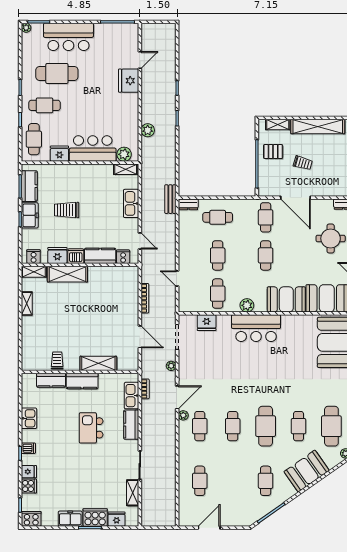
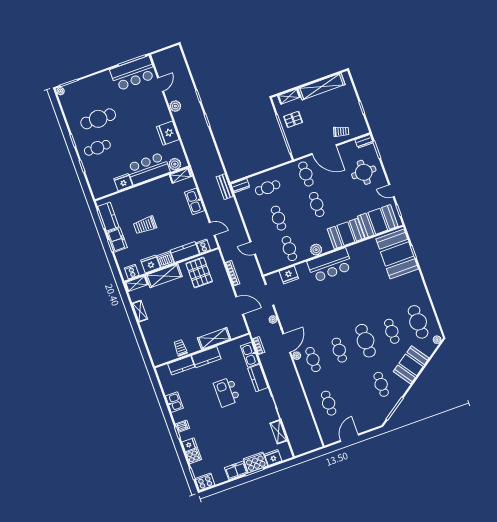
bar counter: (68, 37) -> (133, 73), moved
fridge: (129, 81) -> (168, 133), moved
plant: (148, 130) -> (175, 106), moved
cafe table: (34, 139) -> (99, 178), removed
trolley: (303, 163) -> (341, 131), moved
pallet: (108, 284) -> (199, 272), added

